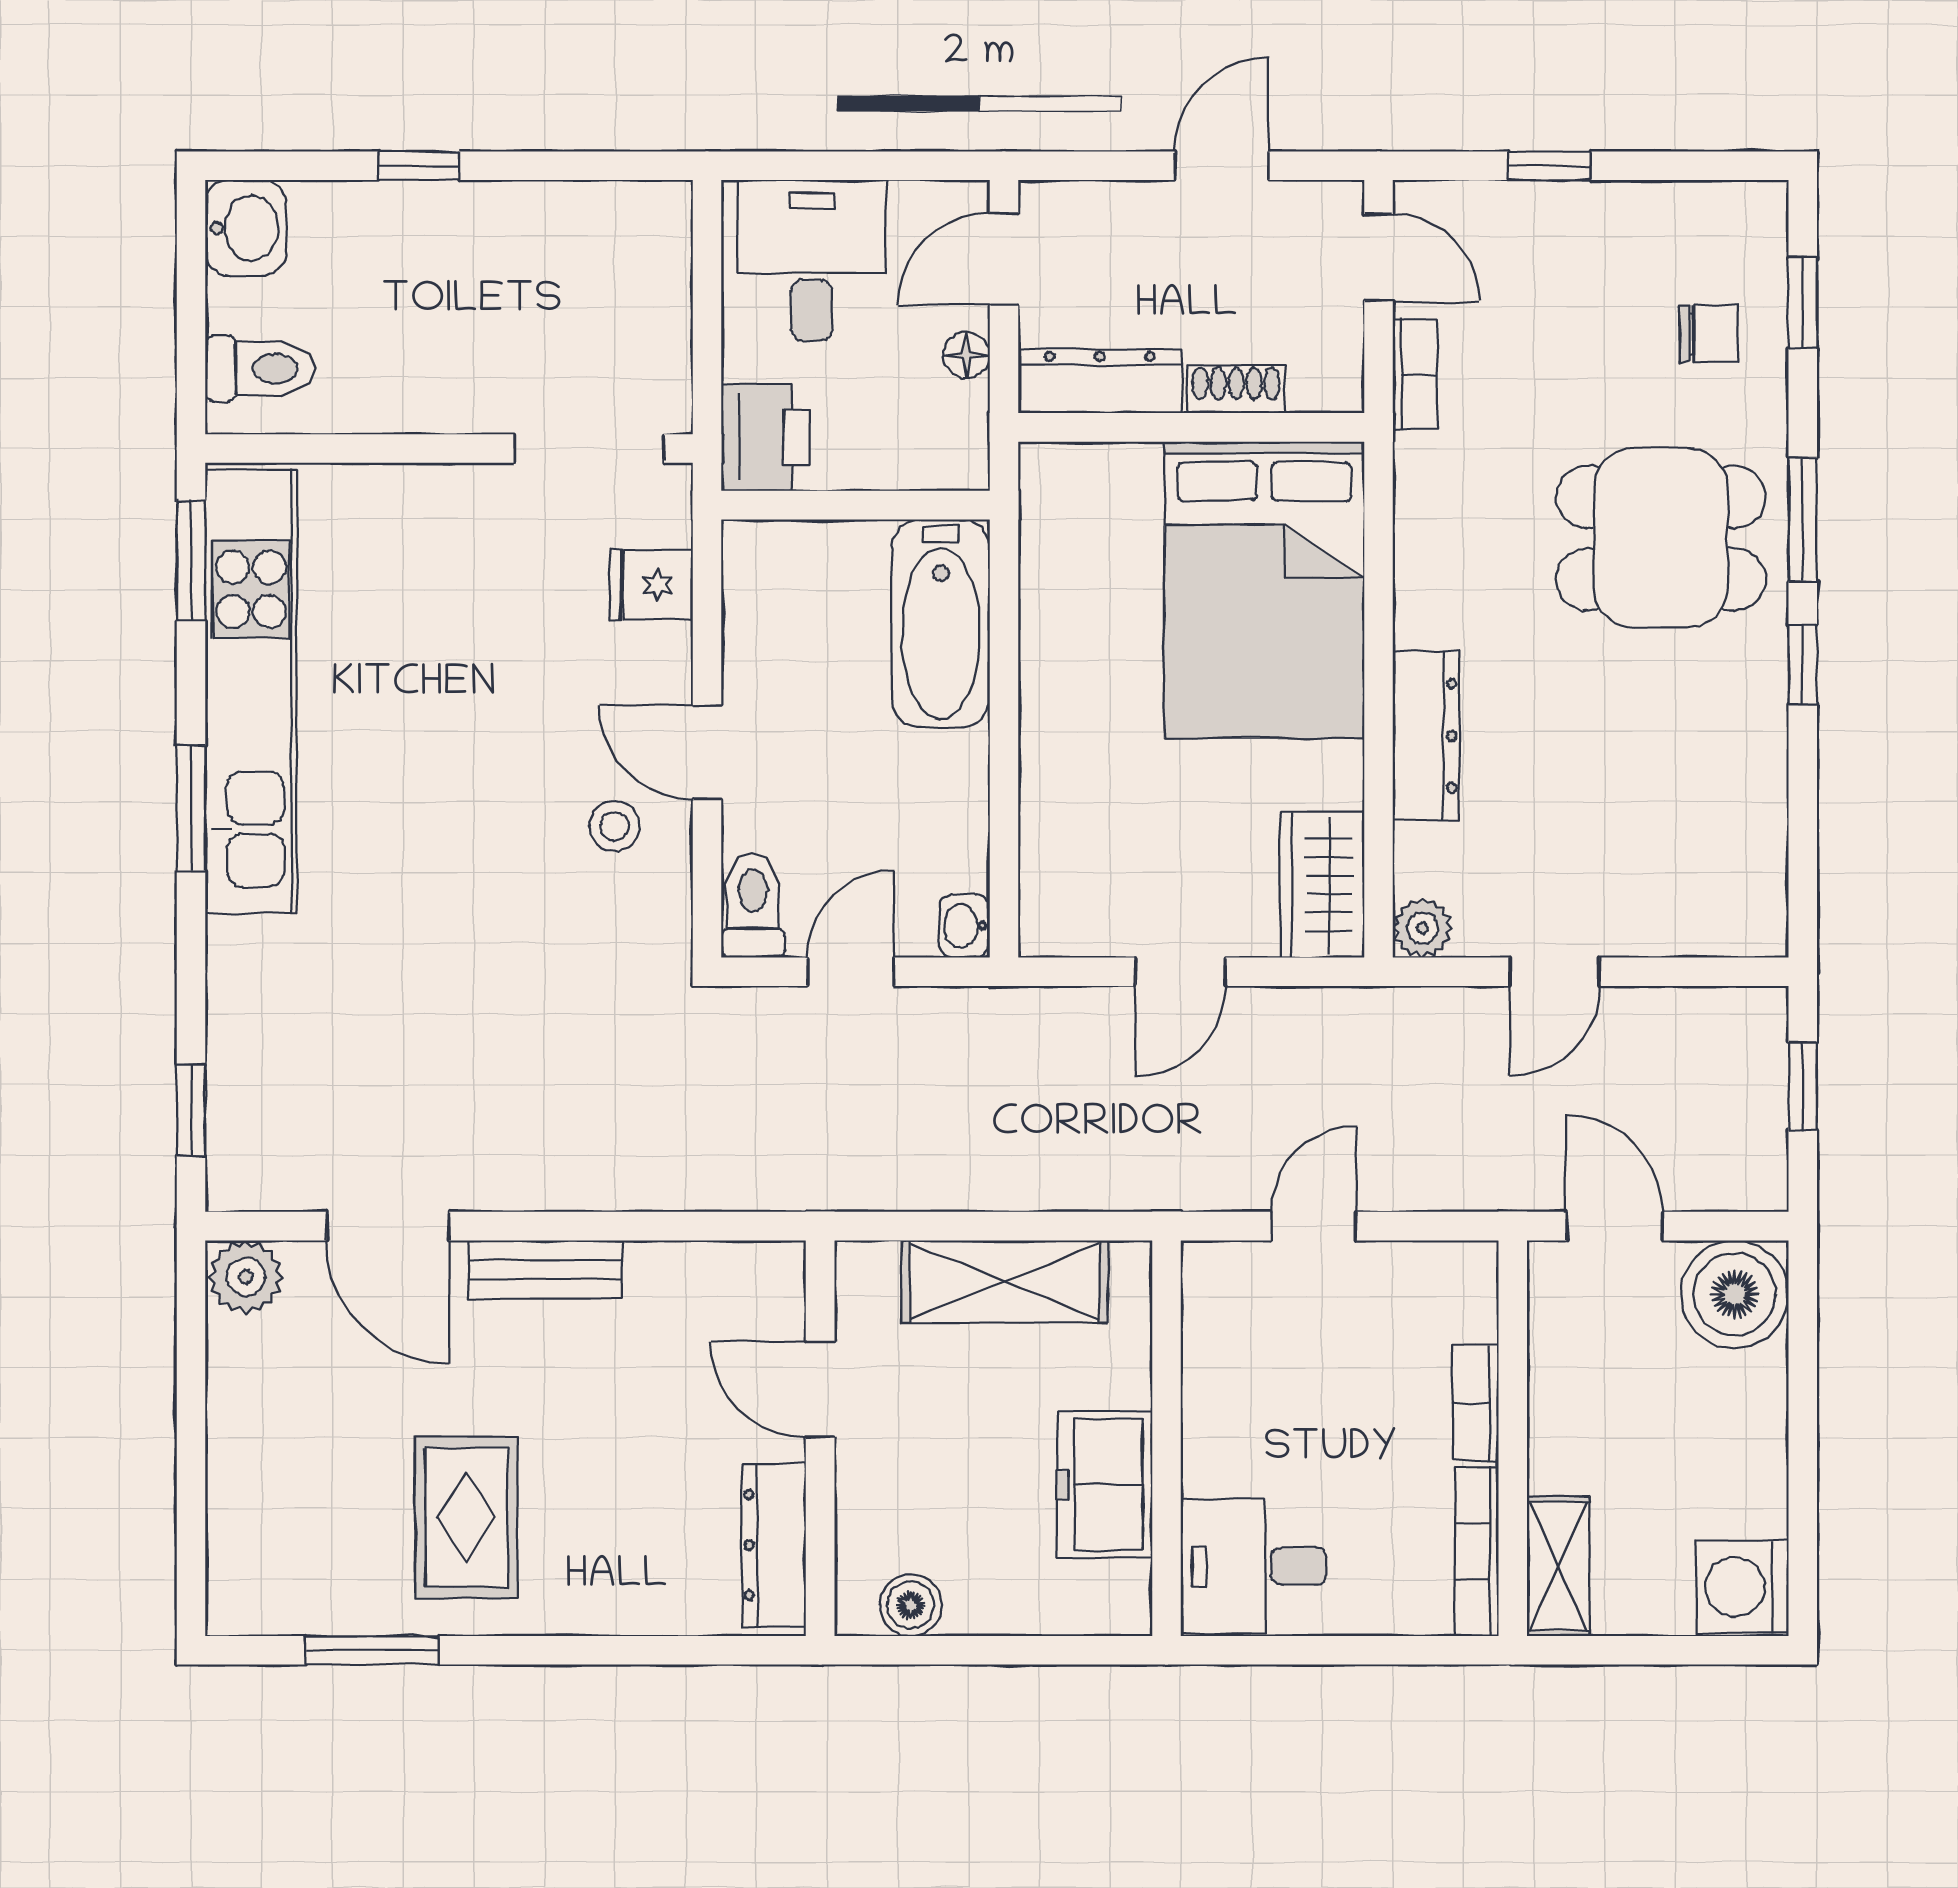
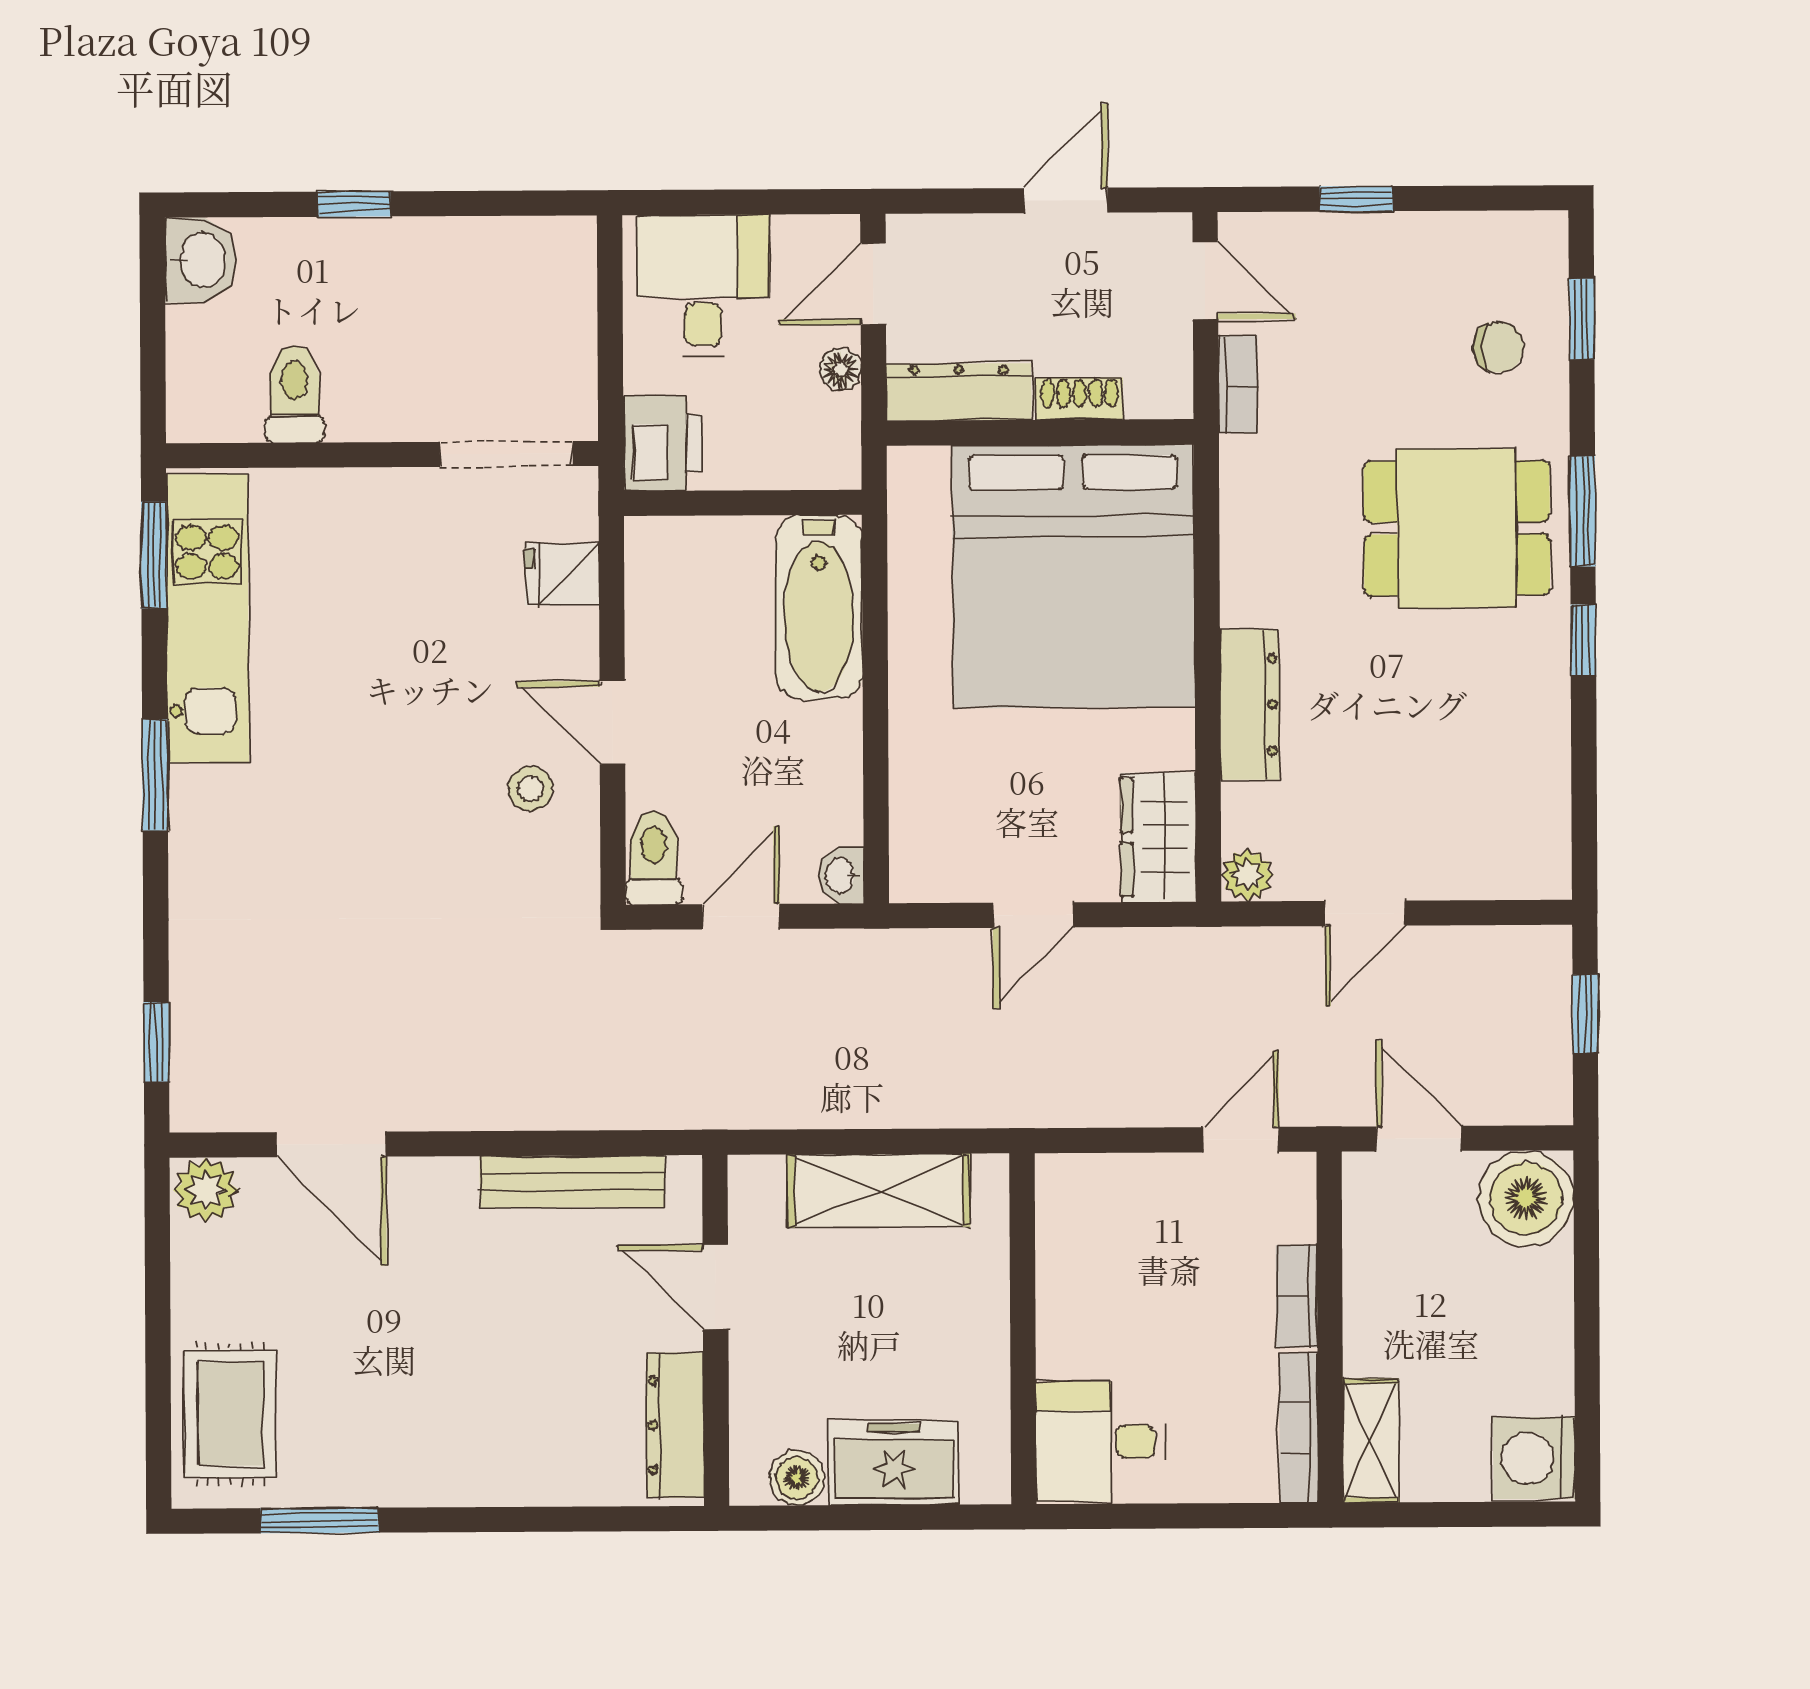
toilet: (260, 368) -> (294, 394), moved, turned -90
bed: (1264, 590) -> (1073, 576), width x1.36
kitchen unit: (251, 691) -> (207, 618), width x0.73
door: (1314, 1226) -> (1241, 1140), moved
bench: (545, 1269) -> (572, 1182), moved, width x1.36
freezer: (1105, 1484) -> (894, 1463), moved, turned 90
rug: (466, 1517) -> (230, 1414), moved

